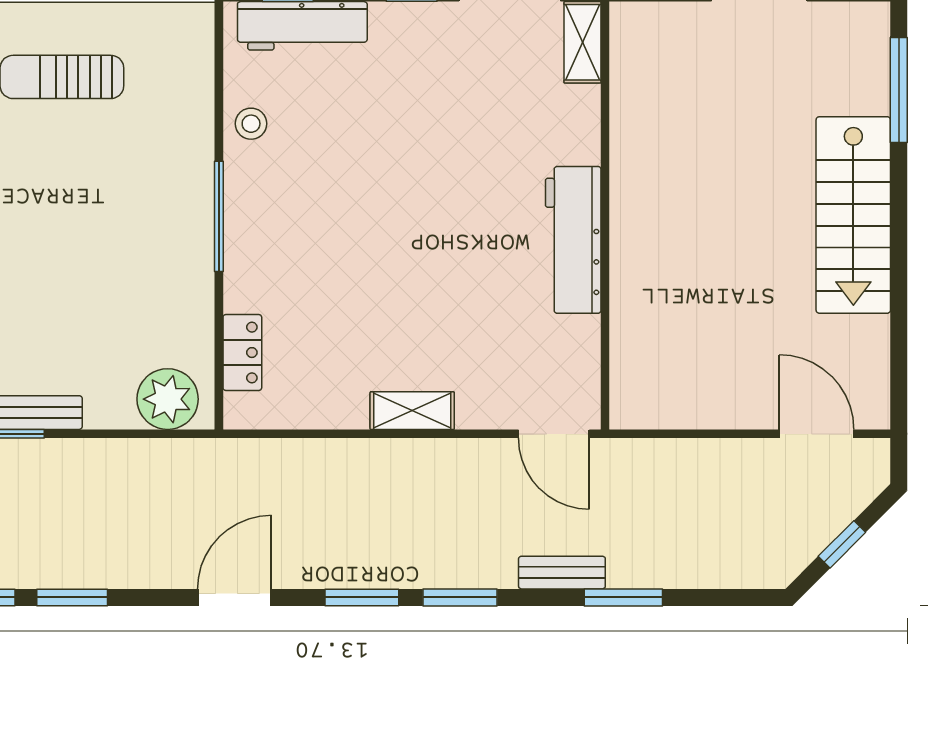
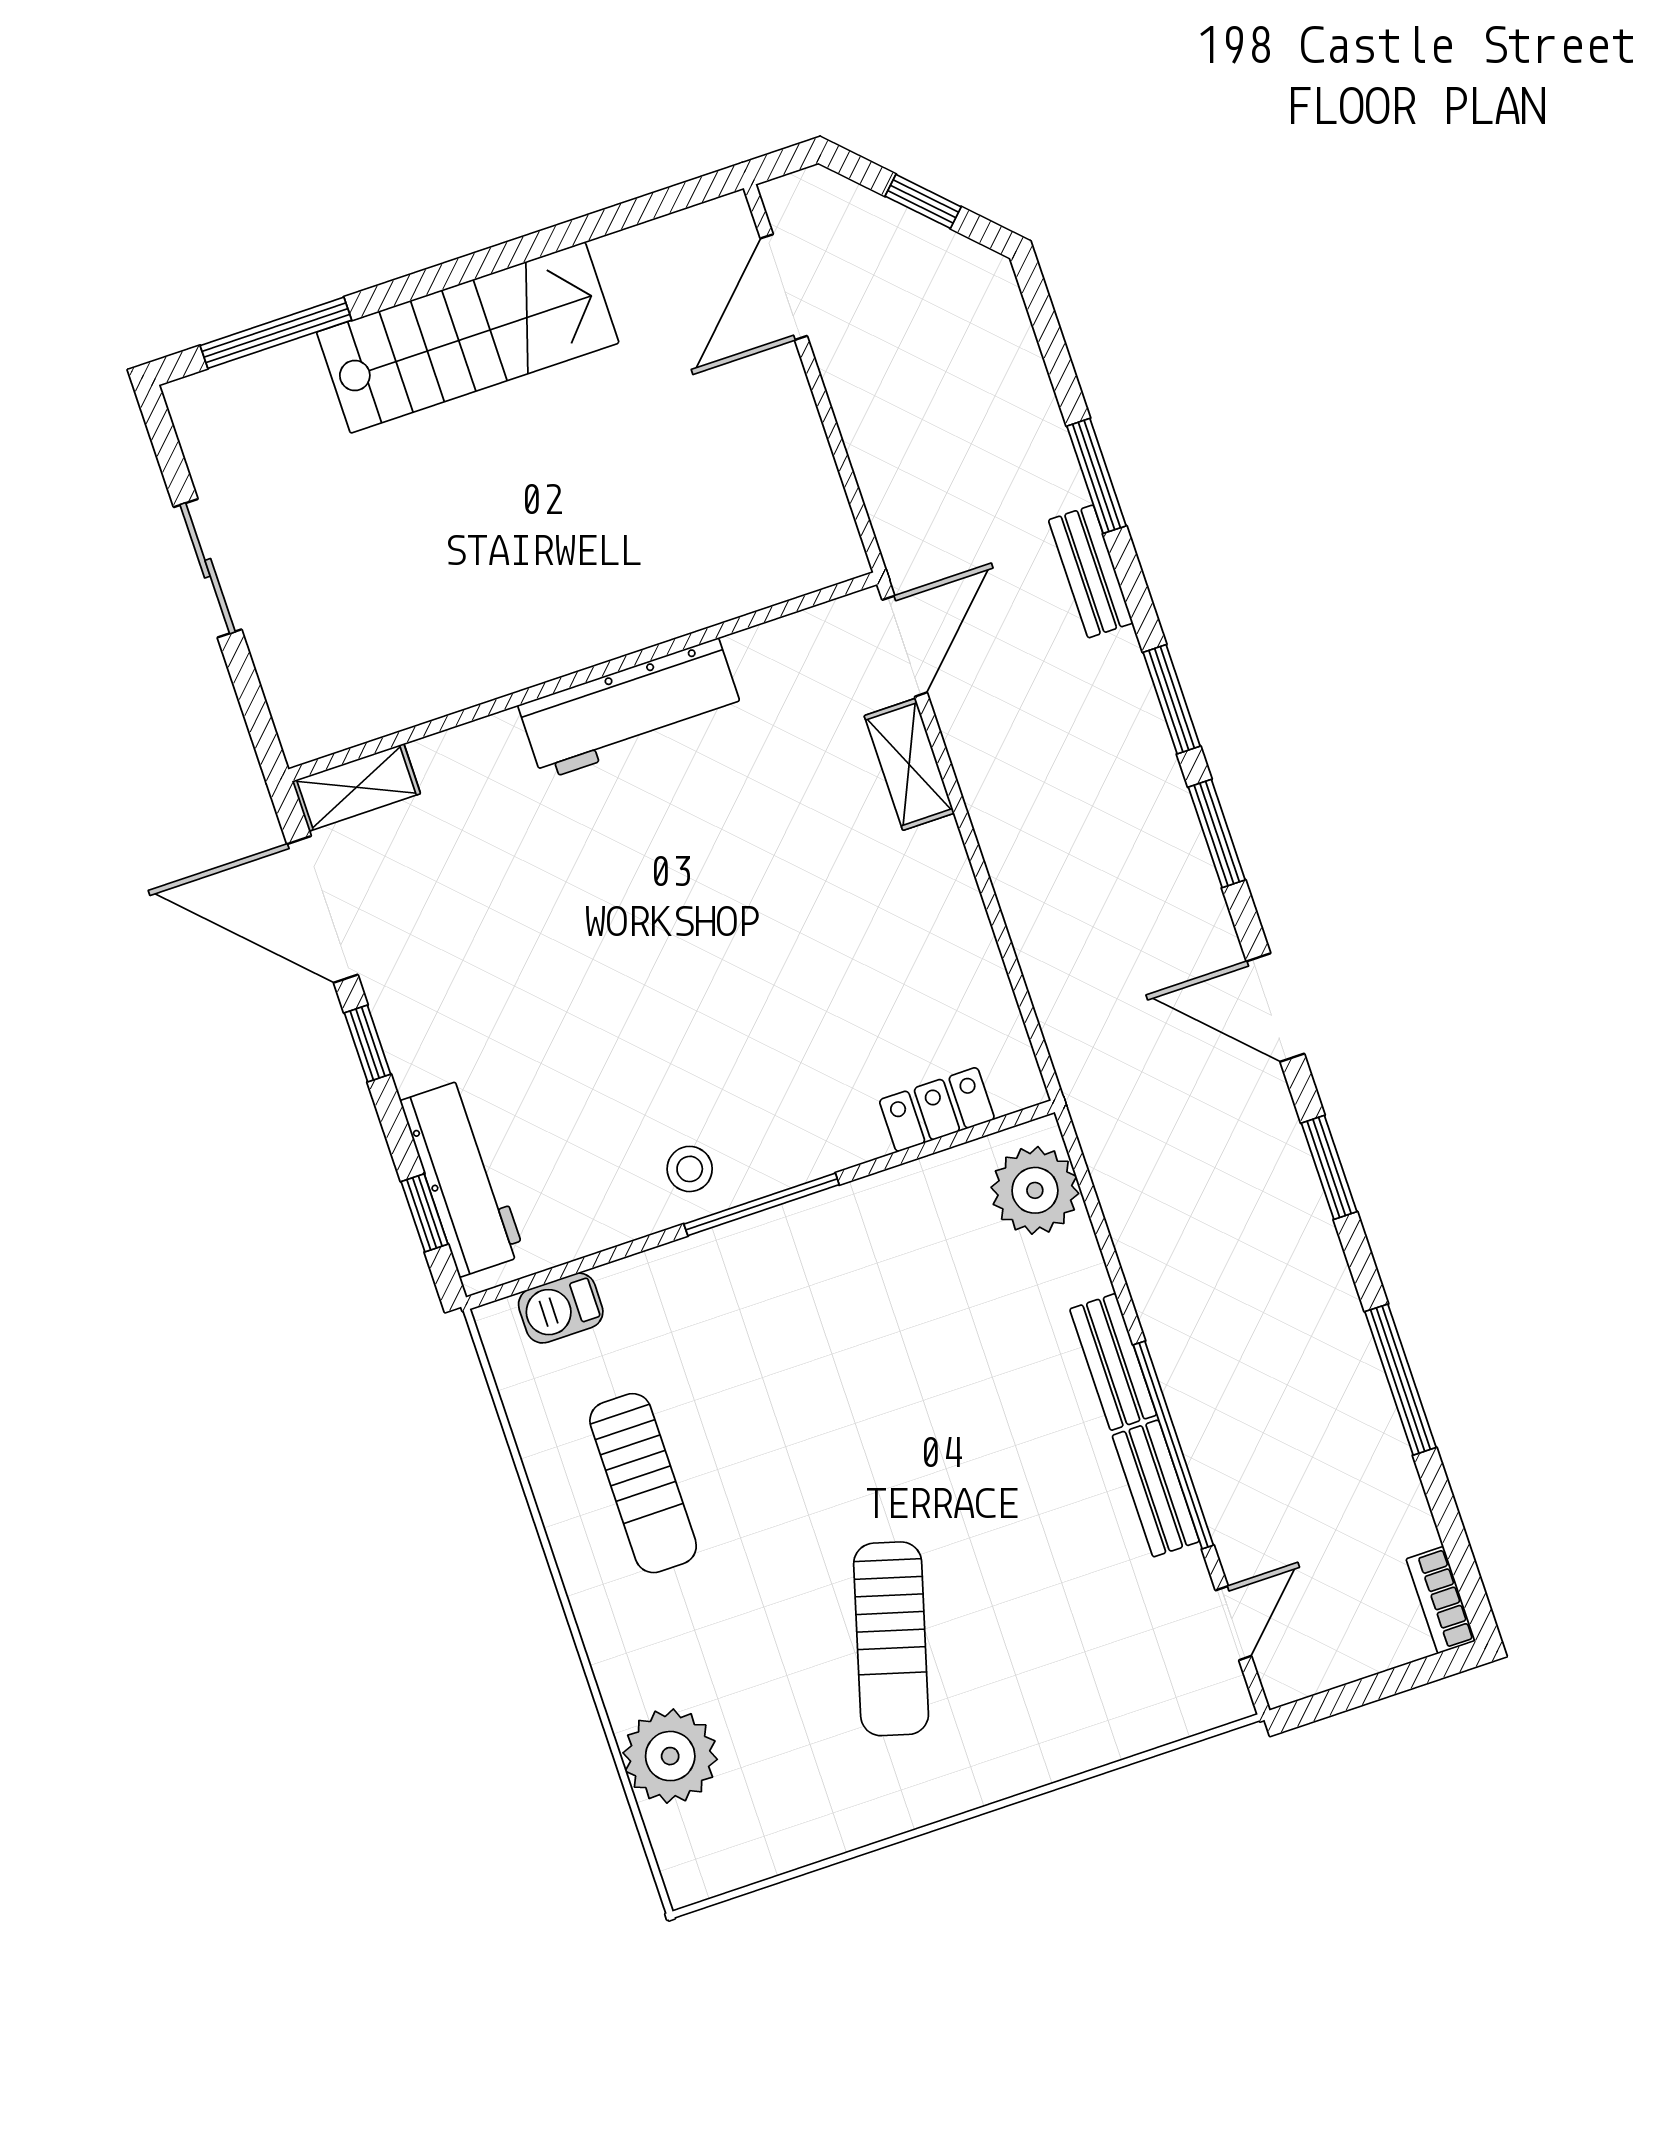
barbecue: (195, 61) -> (561, 1308), added
stool: (251, 124) -> (690, 1169), moved
shelving: (412, 411) -> (909, 764), moved
window: (72, 597) -> (1329, 1167), moved

